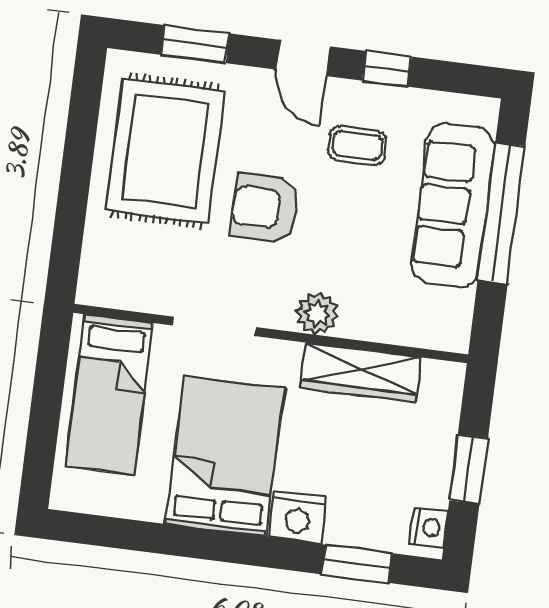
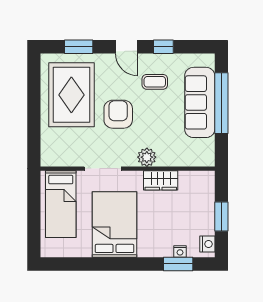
armchair: (265, 208) -> (118, 114), turned 90
wardrobe: (361, 372) -> (161, 180), width x0.67
nightstand: (298, 517) -> (180, 252), moved, width x0.53, depth x0.56

